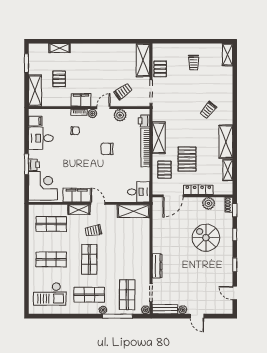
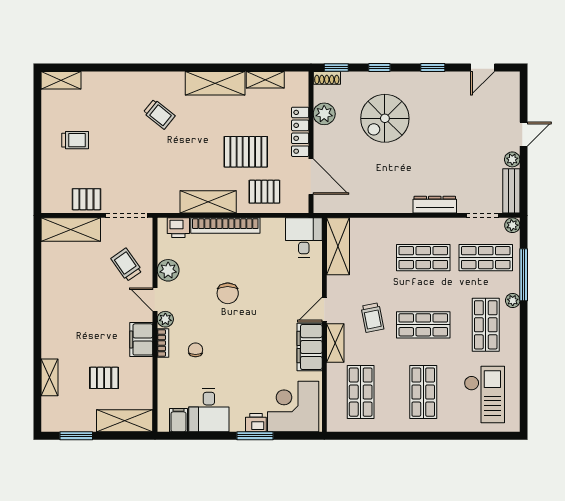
shop shelf: (127, 259) -> (423, 258), added

